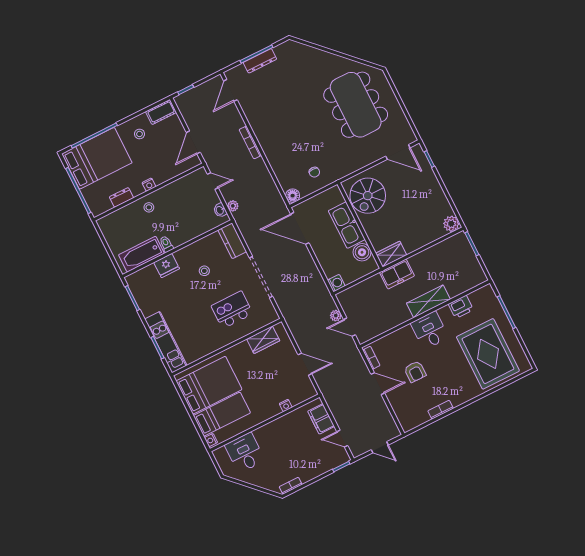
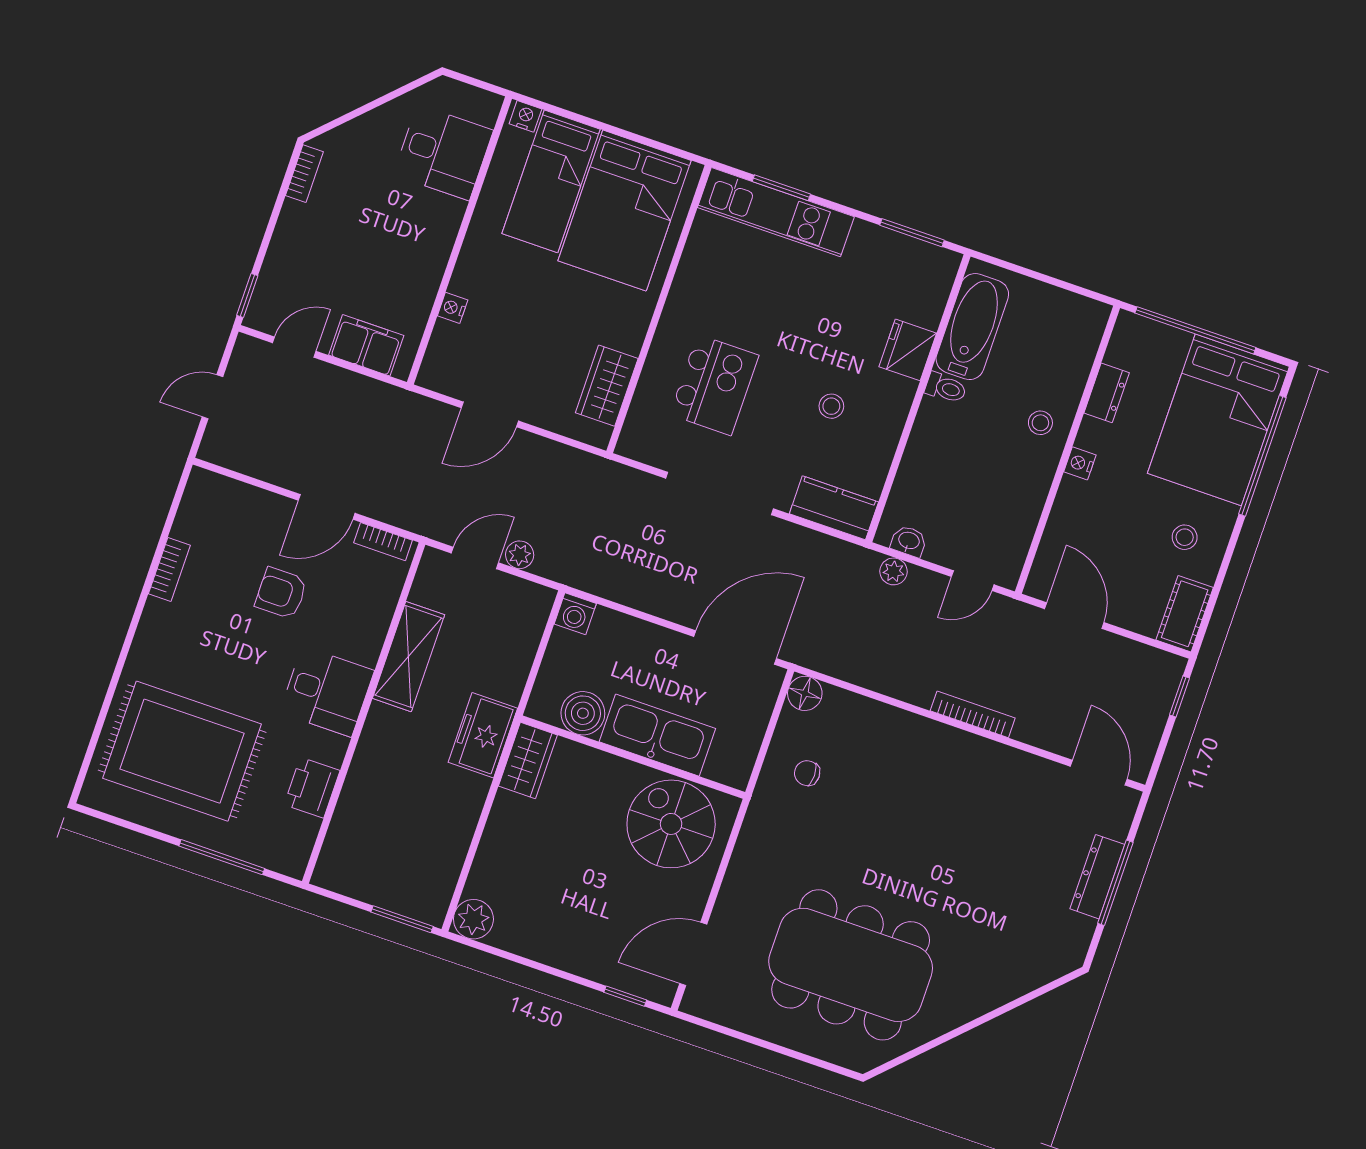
shelving: (428, 301) -> (409, 657), moved

